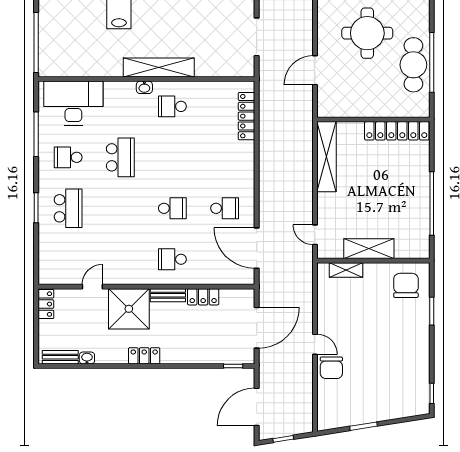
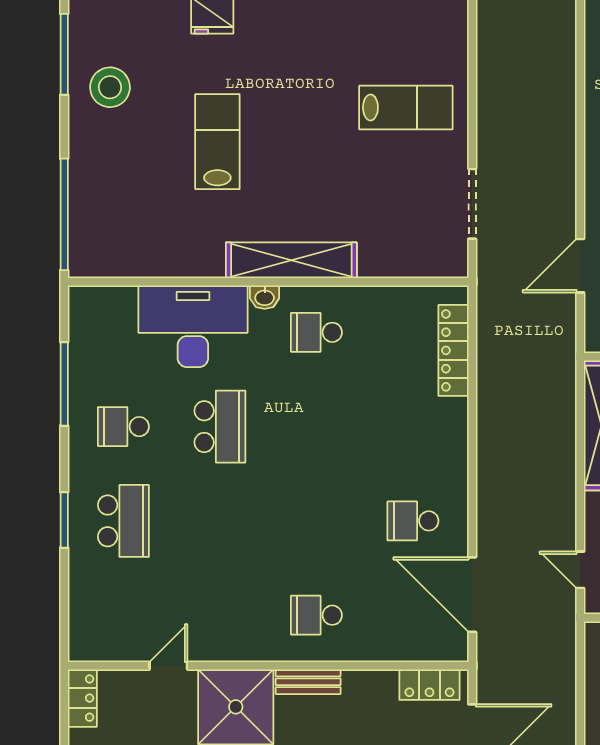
desk: (73, 103) -> (193, 326), moved
school desk: (172, 208) -> (316, 521), removed
school desk: (225, 208) -> (413, 521), turned 180
locker: (203, 297) -> (429, 685), moved

